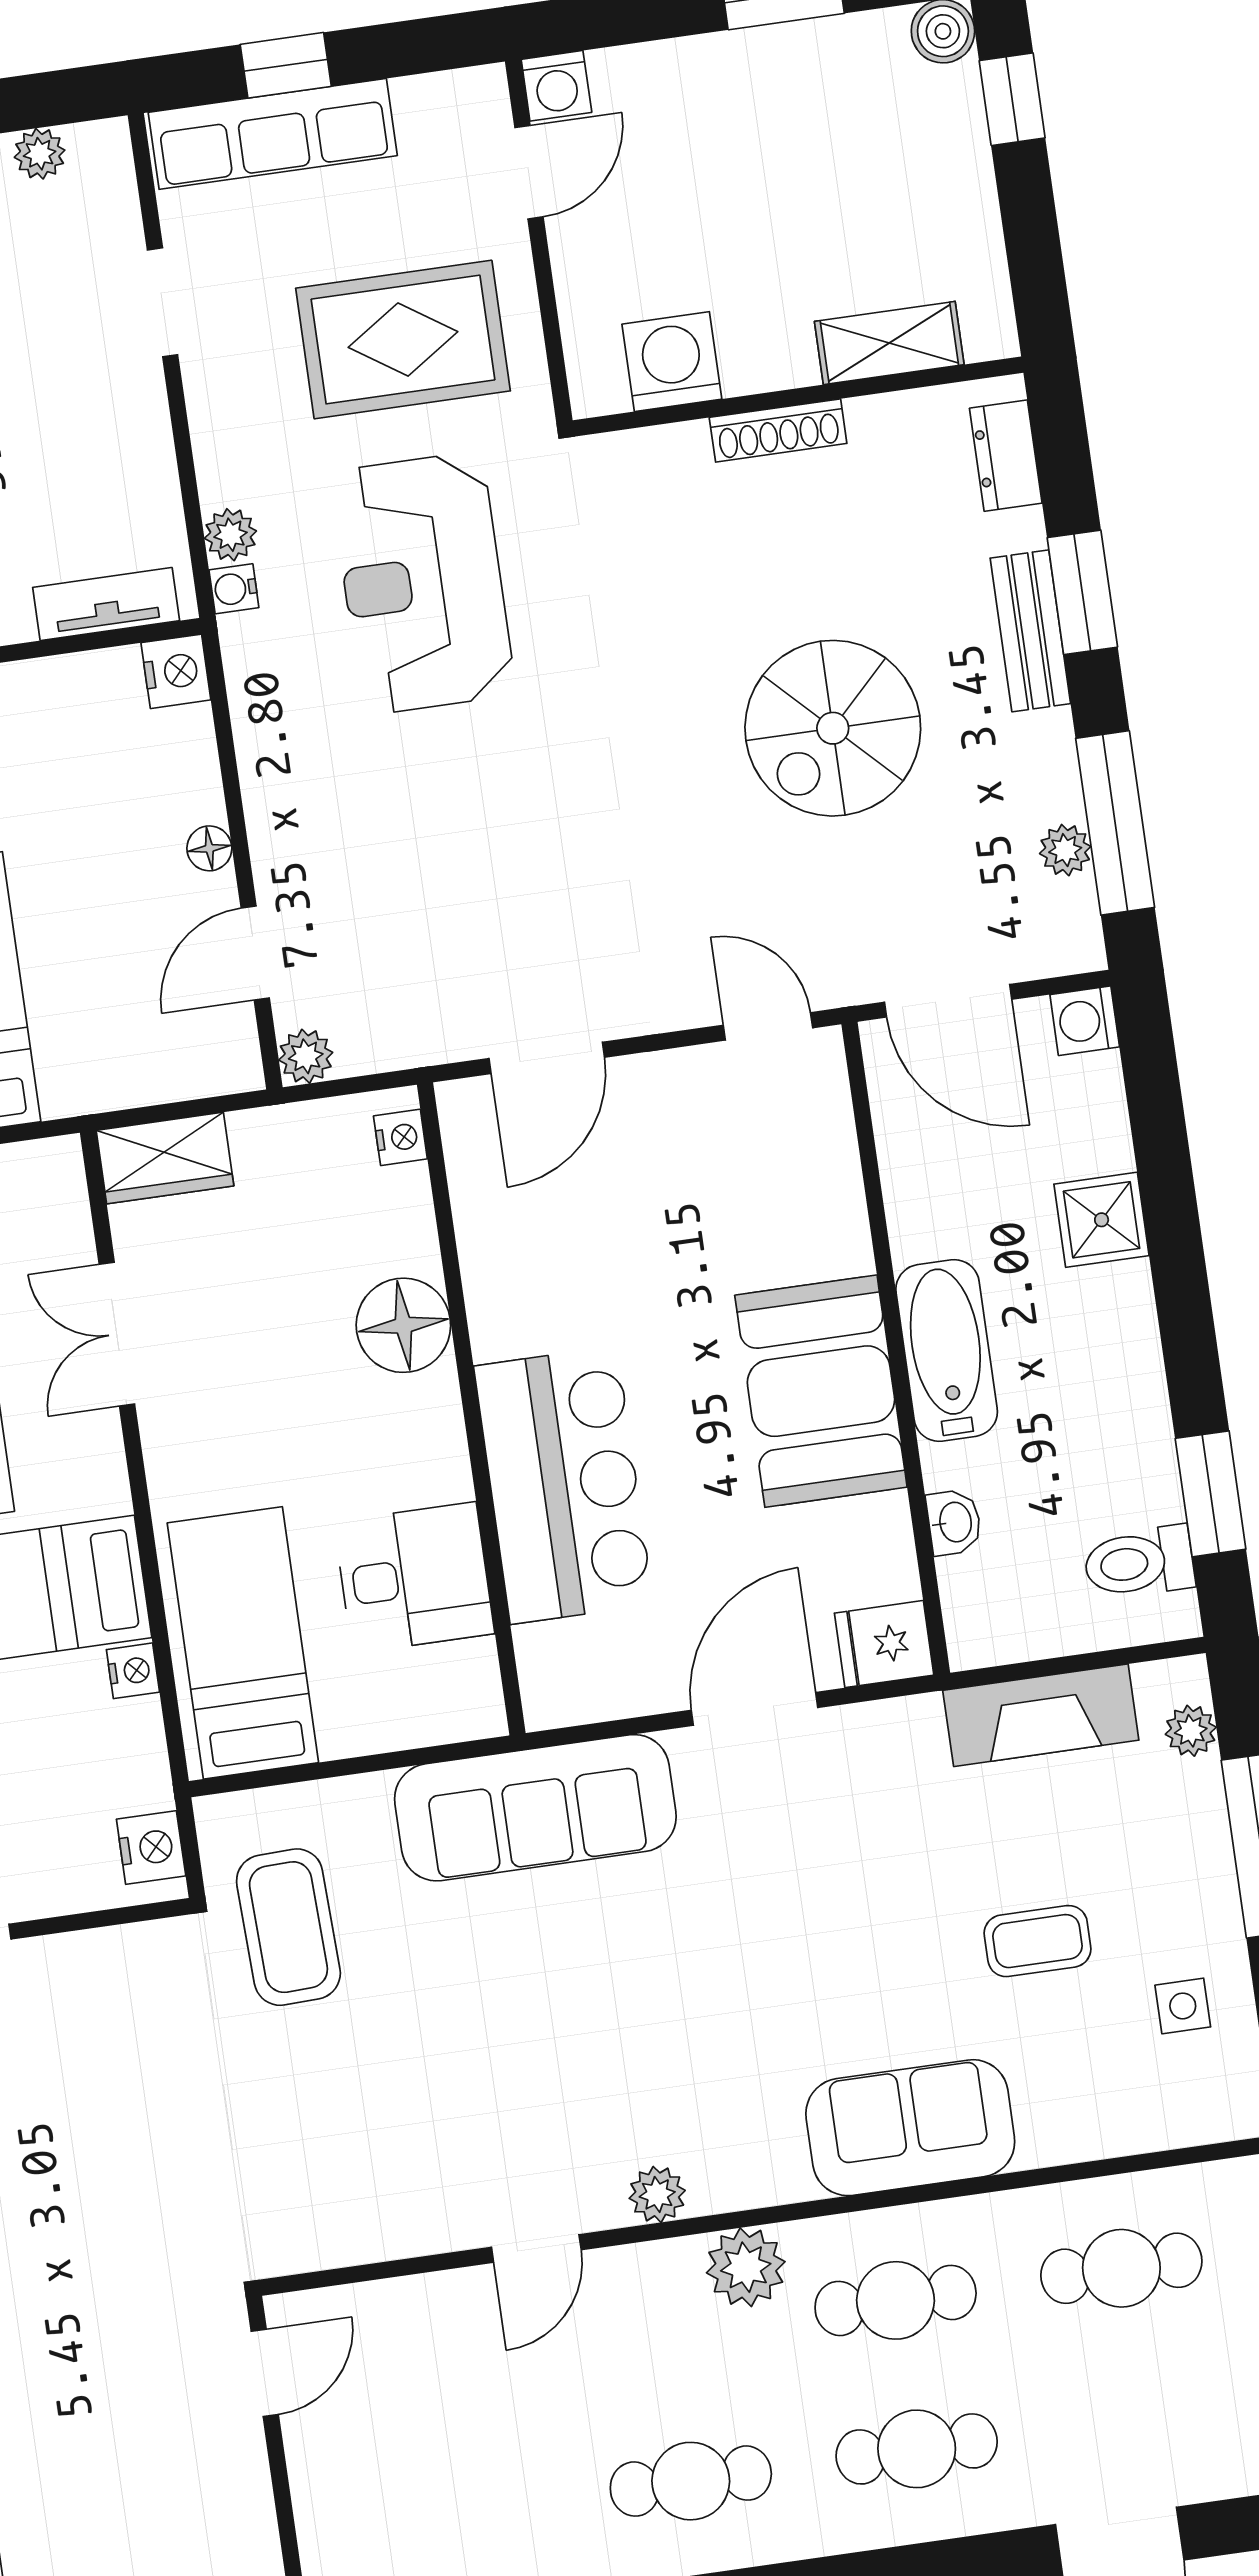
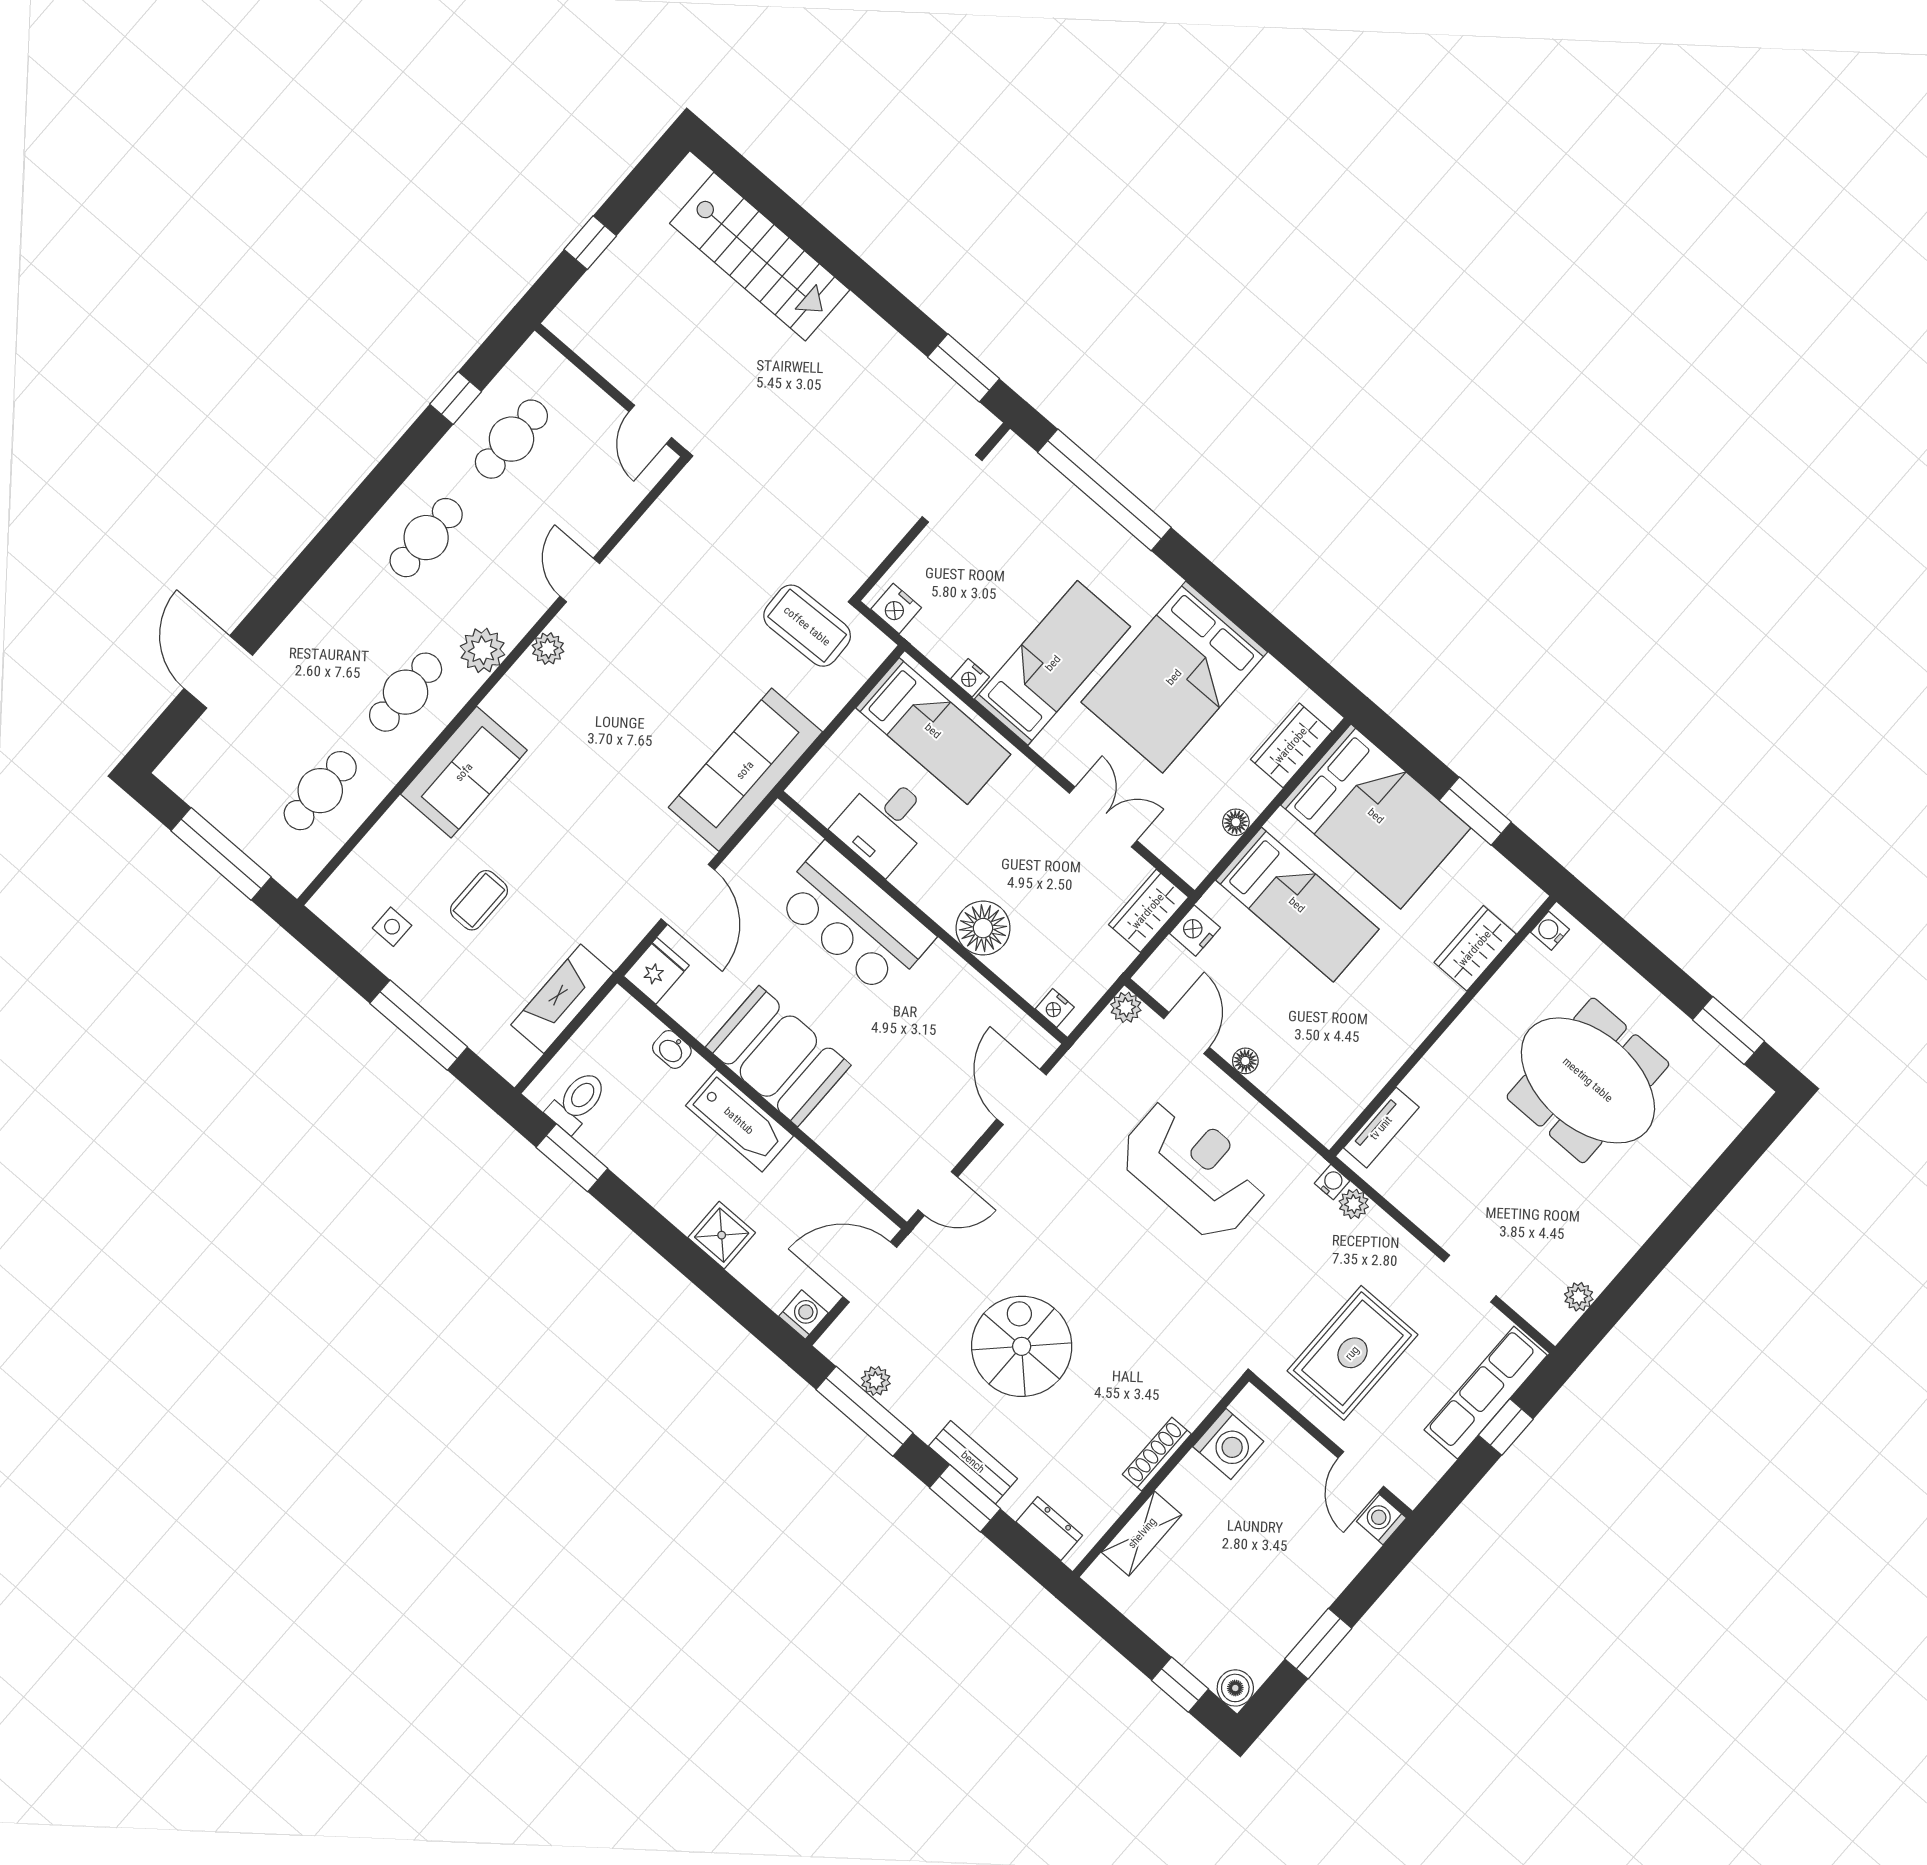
reception desk: (423, 583) -> (1194, 1169), moved
nightstand: (176, 671) -> (1195, 931), moved, turned 90
plant: (1191, 1731) -> (492, 1048), removed
cafe table: (917, 2449) -> (511, 439), moved

